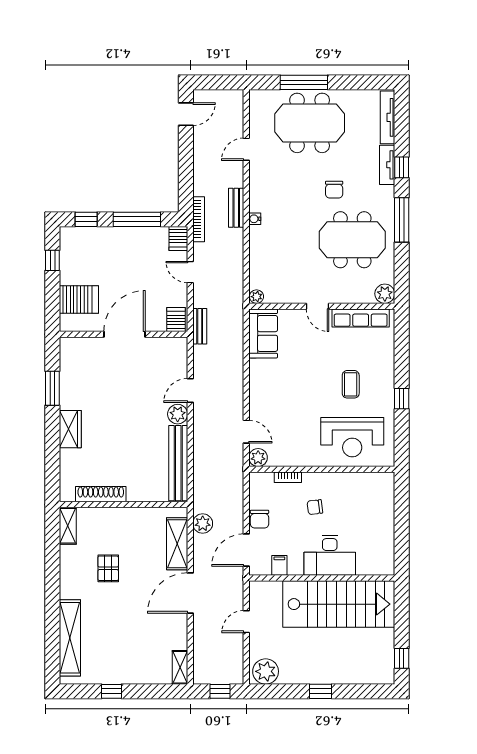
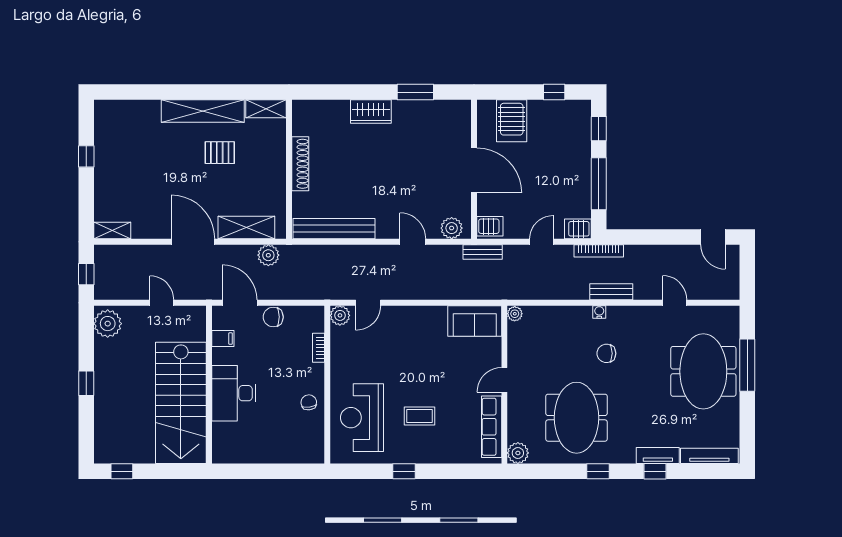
chair: (334, 190) -> (606, 353), moved
window: (402, 220) -> (598, 471), width x0.46
plant: (178, 414) -> (452, 228), moved
shoe rack: (101, 494) -> (300, 164), moved
chair: (315, 507) -> (309, 402), moved
shelving: (70, 638) -> (203, 111), moved

